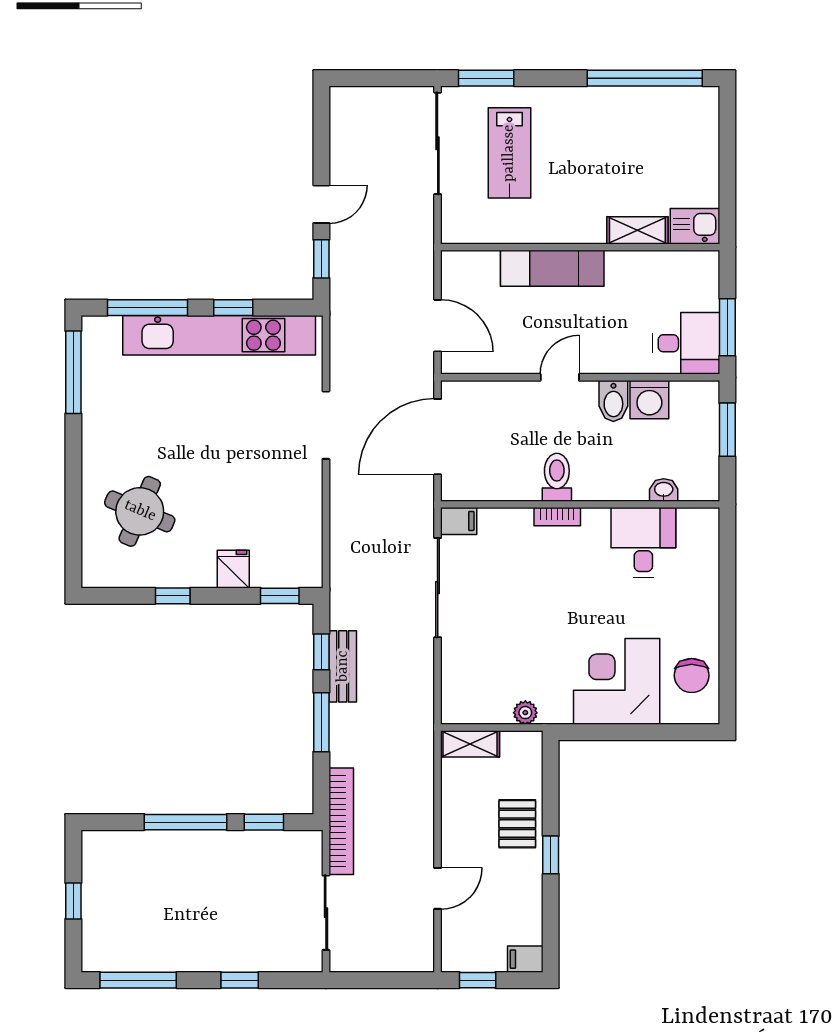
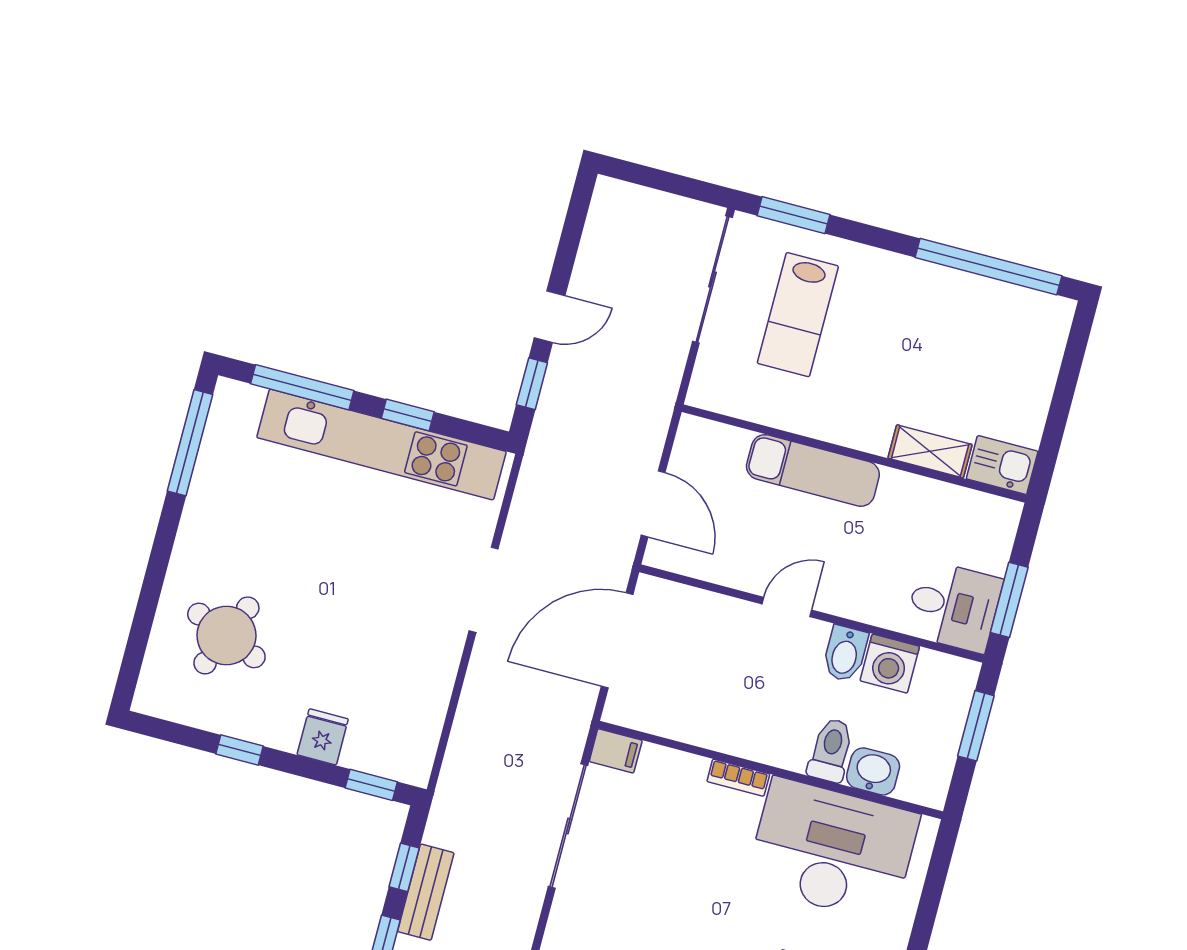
toilet: (557, 477) -> (831, 750), moved
washbasin: (664, 490) -> (873, 771), width x1.38, depth x1.45
desk: (643, 542) -> (833, 850), width x1.87, depth x1.30

